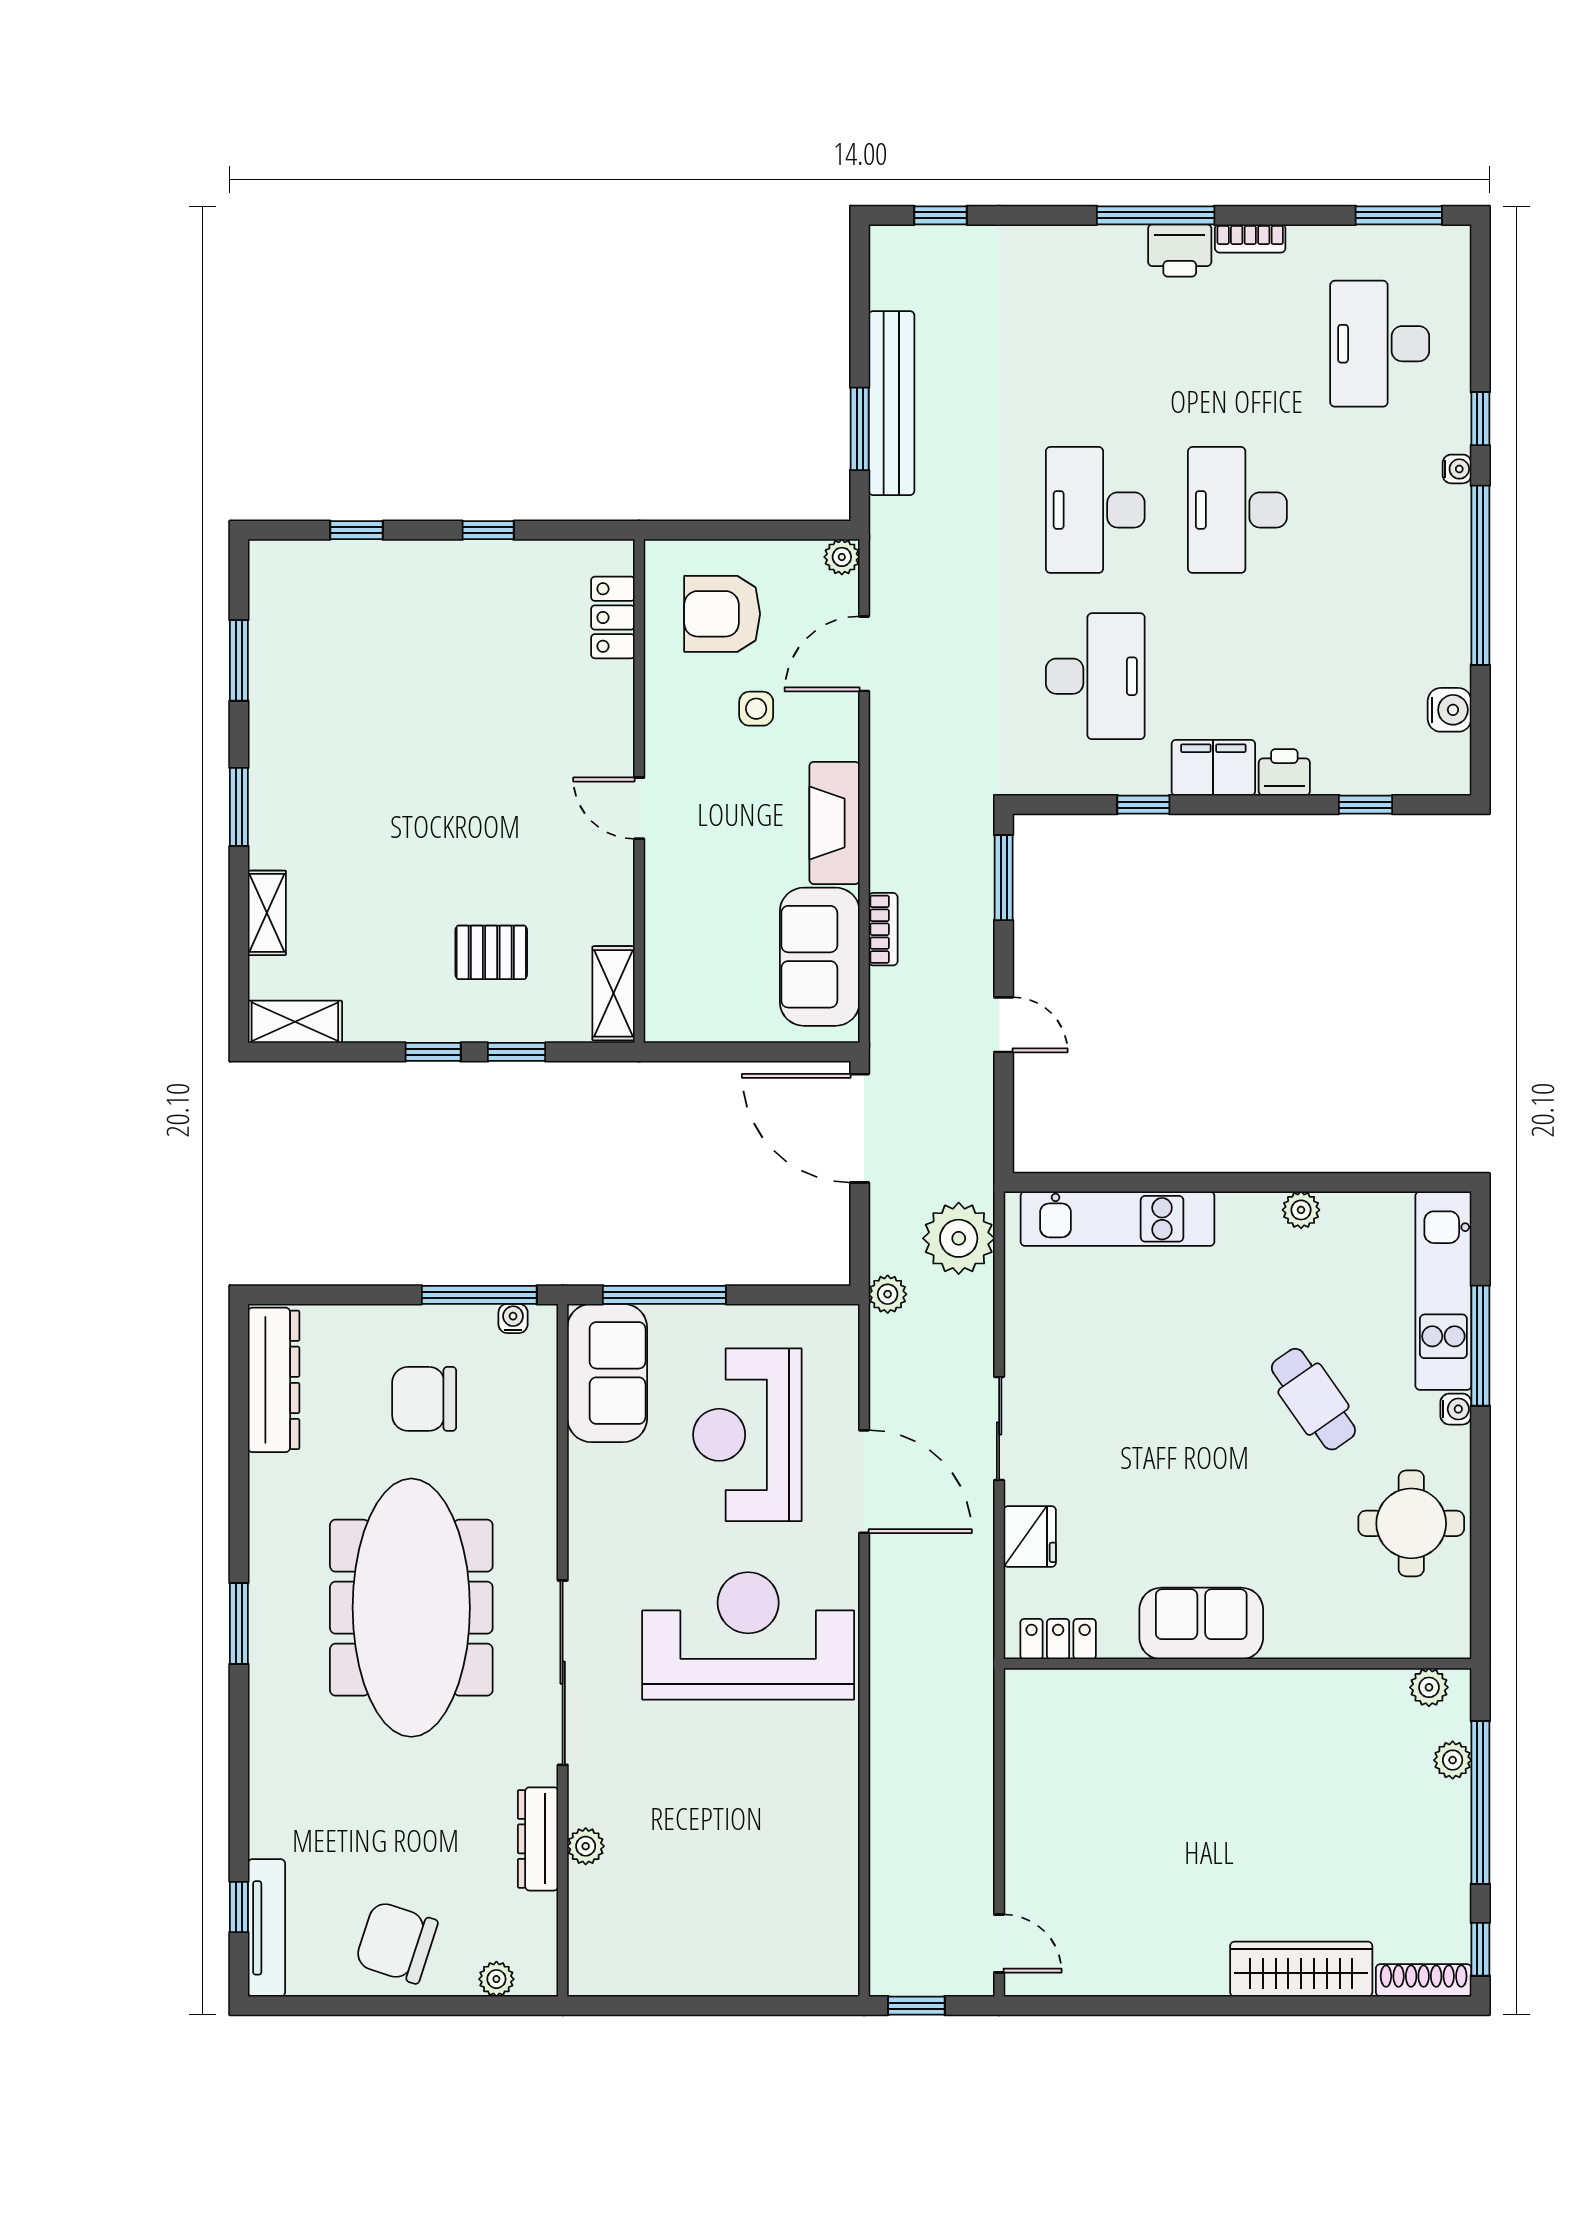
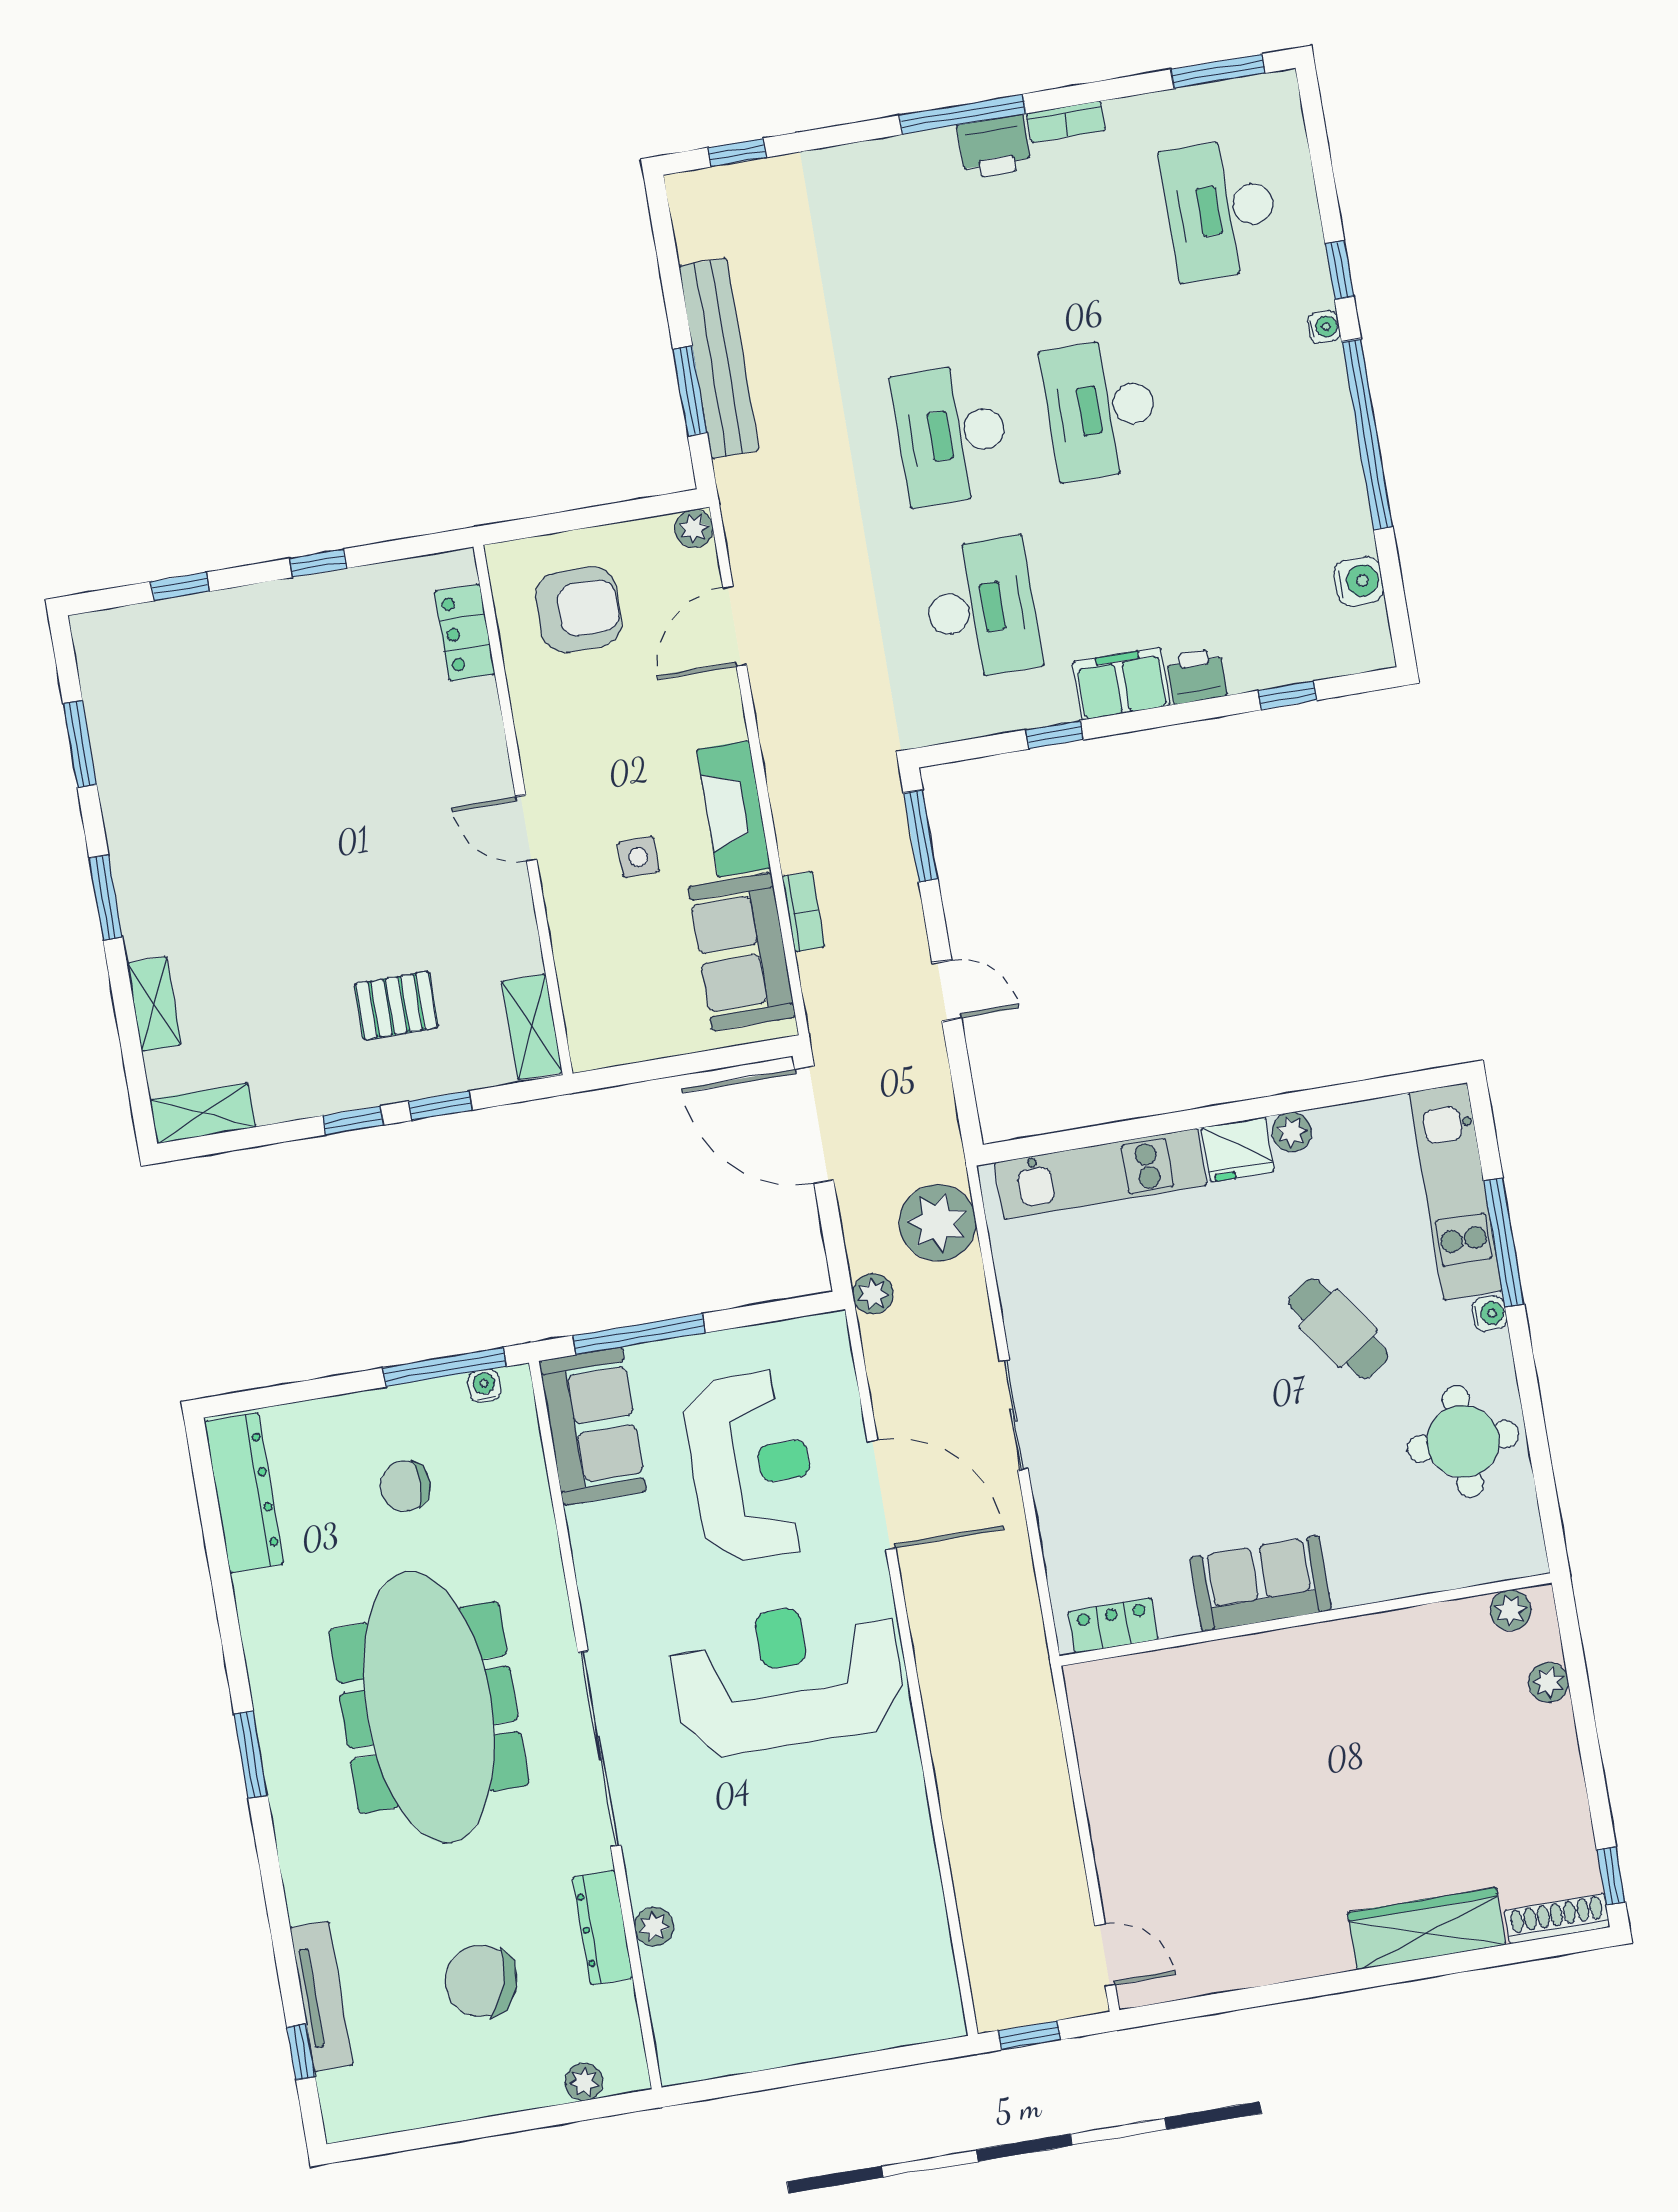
armchair: (722, 614) -> (579, 609), turned 180
side table: (756, 709) -> (638, 857), moved
chair: (424, 1399) -> (405, 1486), width x0.73, depth x0.73
reception desk: (747, 1435) -> (751, 1466), turned 180
fridge: (1030, 1537) -> (1238, 1150), moved, turned 90
window: (1480, 1802) -> (1585, 1722), removed
tv unit: (266, 1928) -> (321, 1996), moved
chair: (396, 1942) -> (481, 1981), moved

